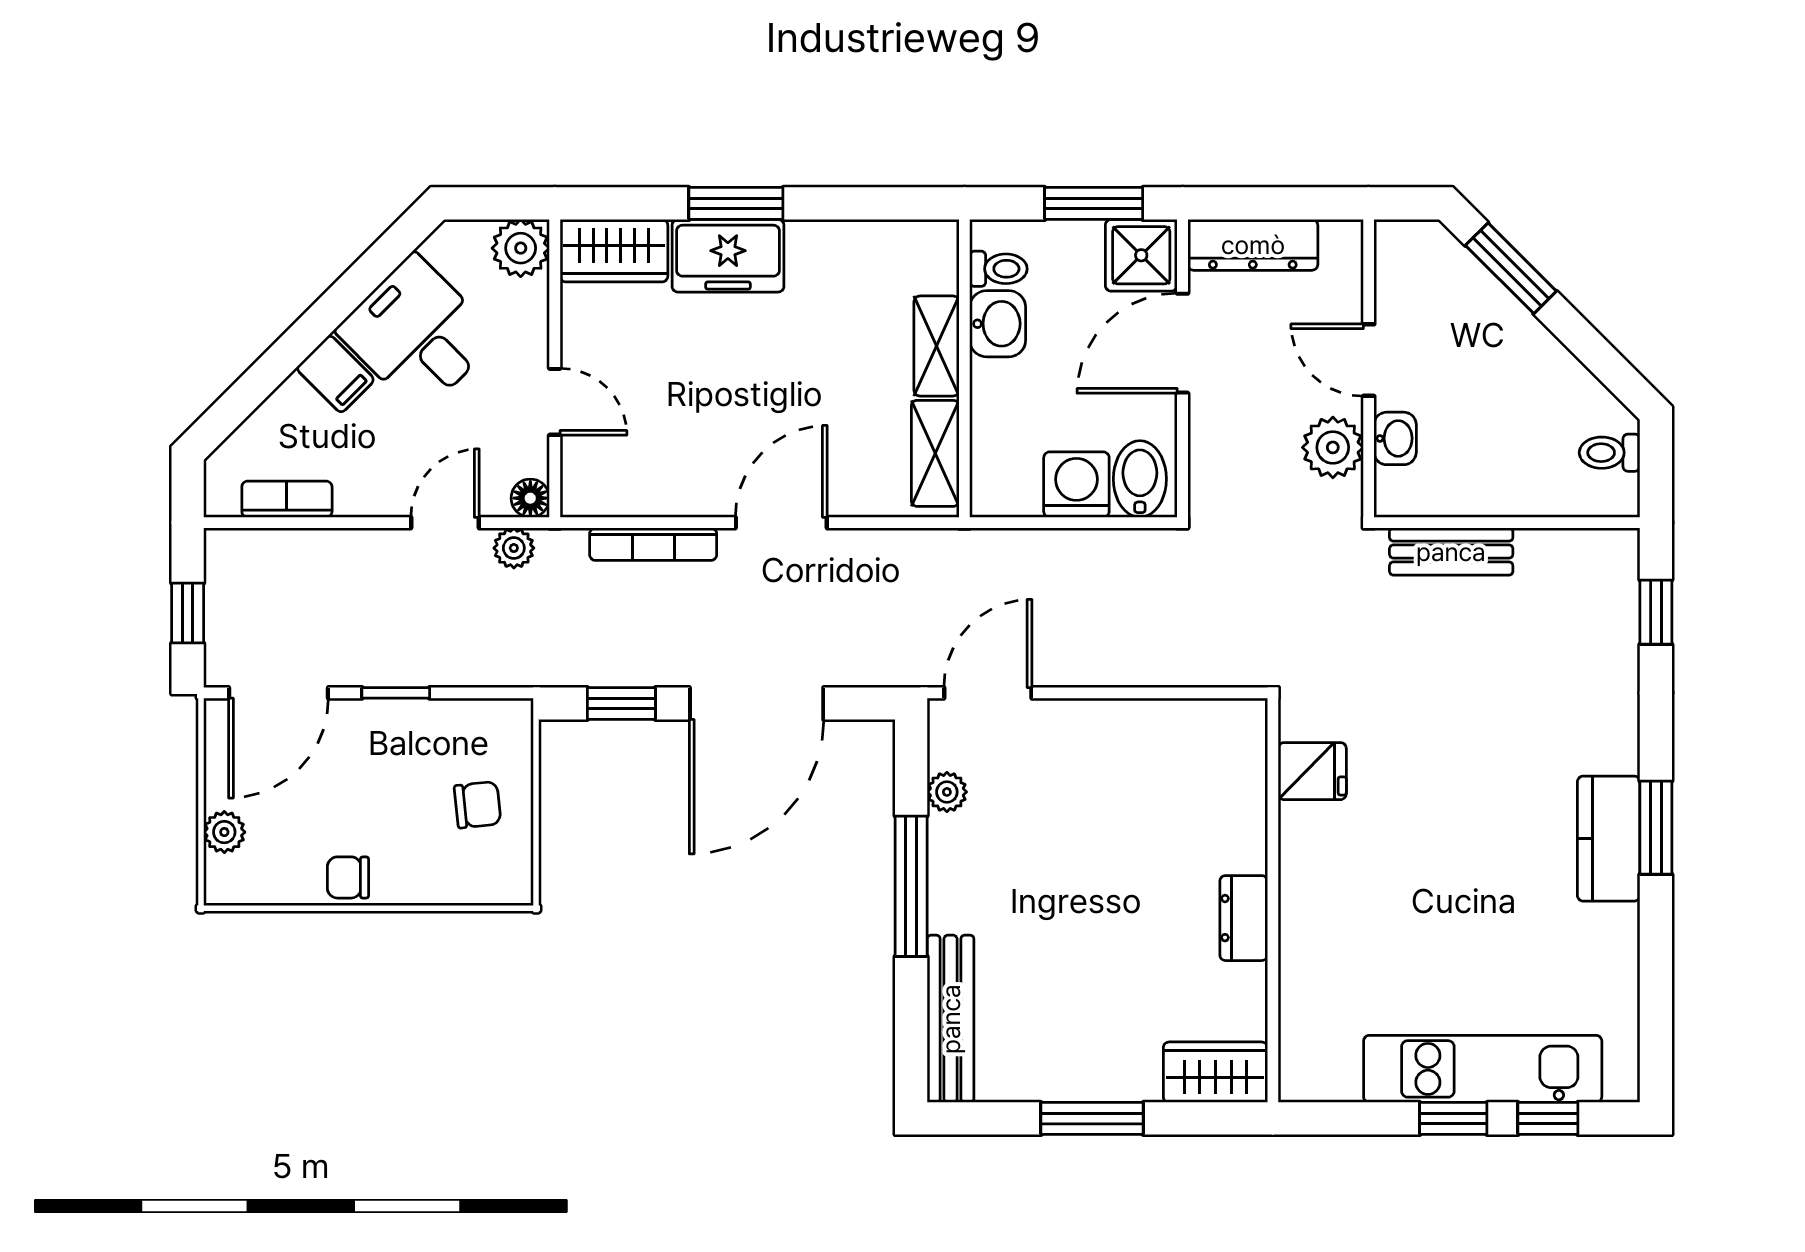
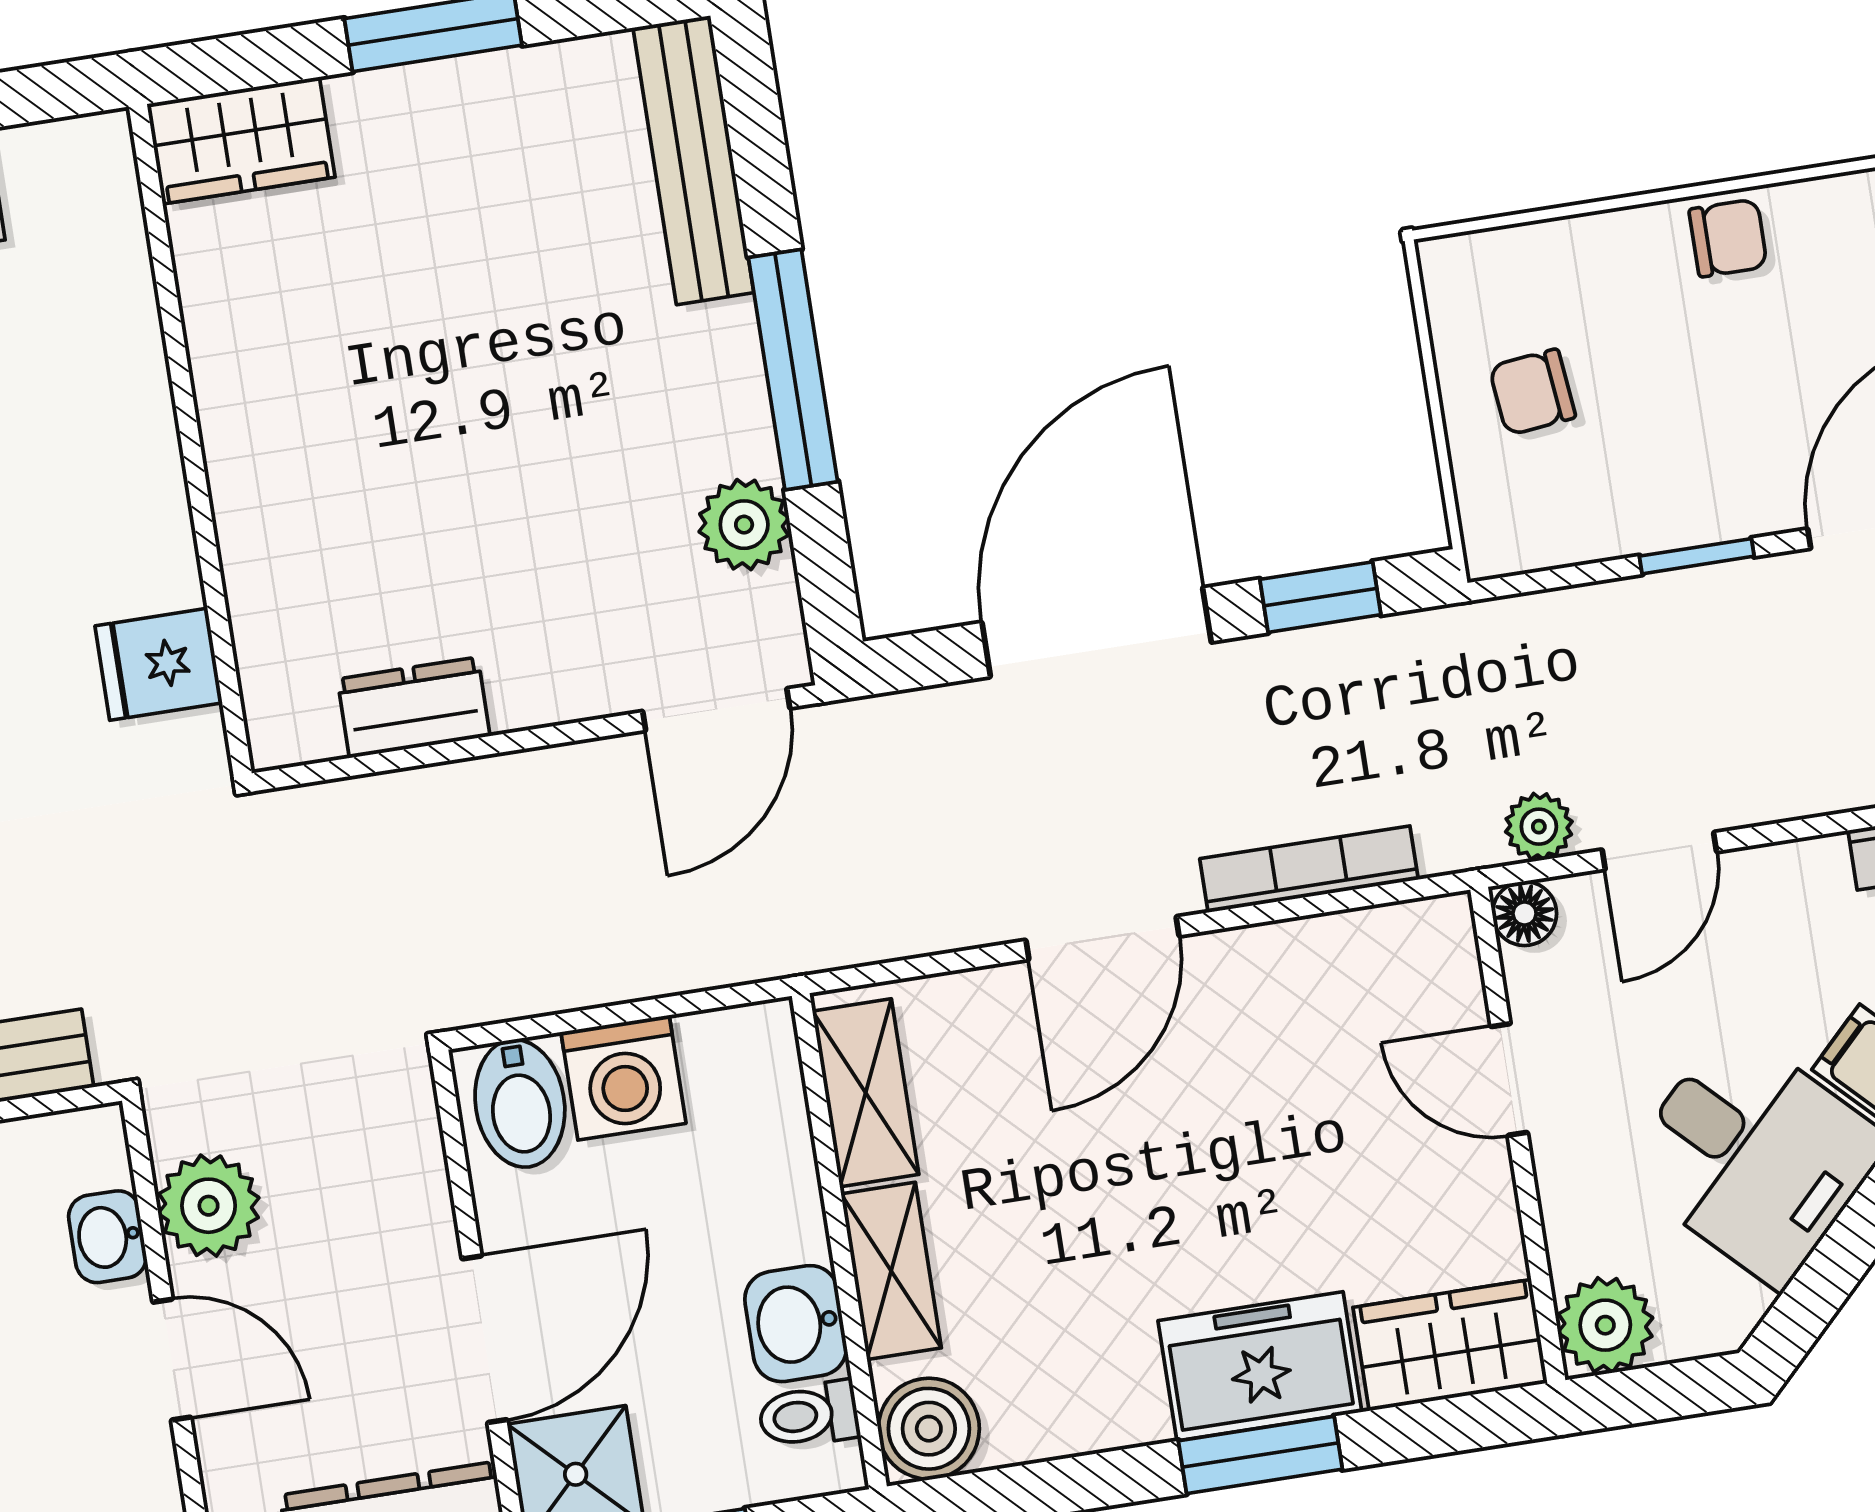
boiler: (929, 250) -> (929, 1429), added
plant: (947, 792) -> (744, 525), width x1.38, depth x1.38
dresser: (1244, 918) -> (414, 708), moved, turned -90

